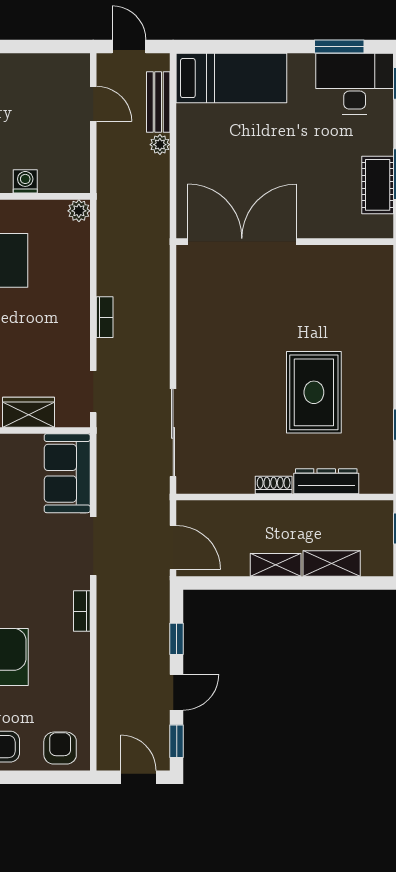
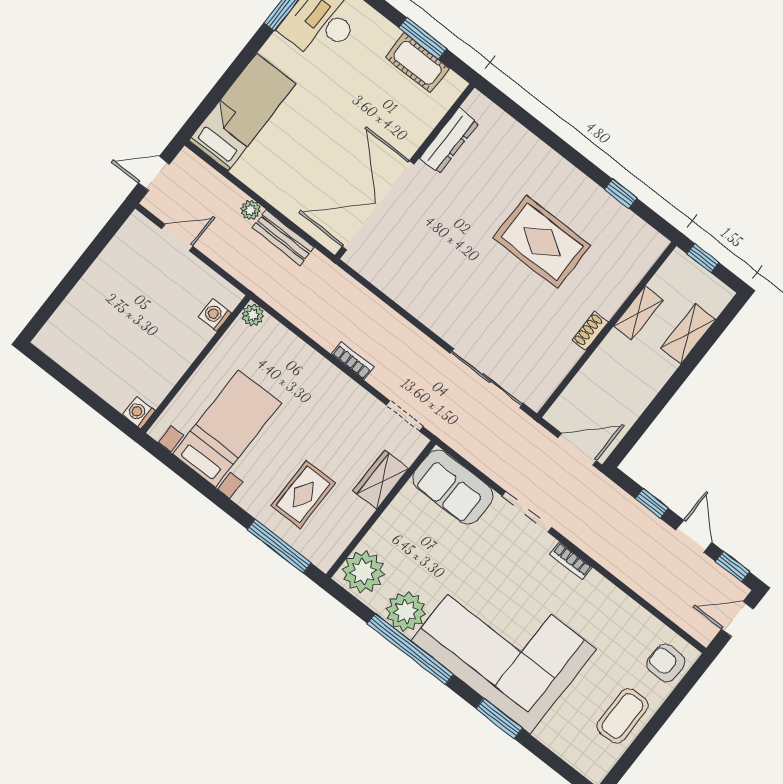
bench: (158, 102) -> (283, 238), moved
washing machine: (25, 181) -> (215, 315), moved
dresser: (326, 481) -> (449, 141), moved, turned 180
shelving: (276, 565) -> (638, 313), moved

